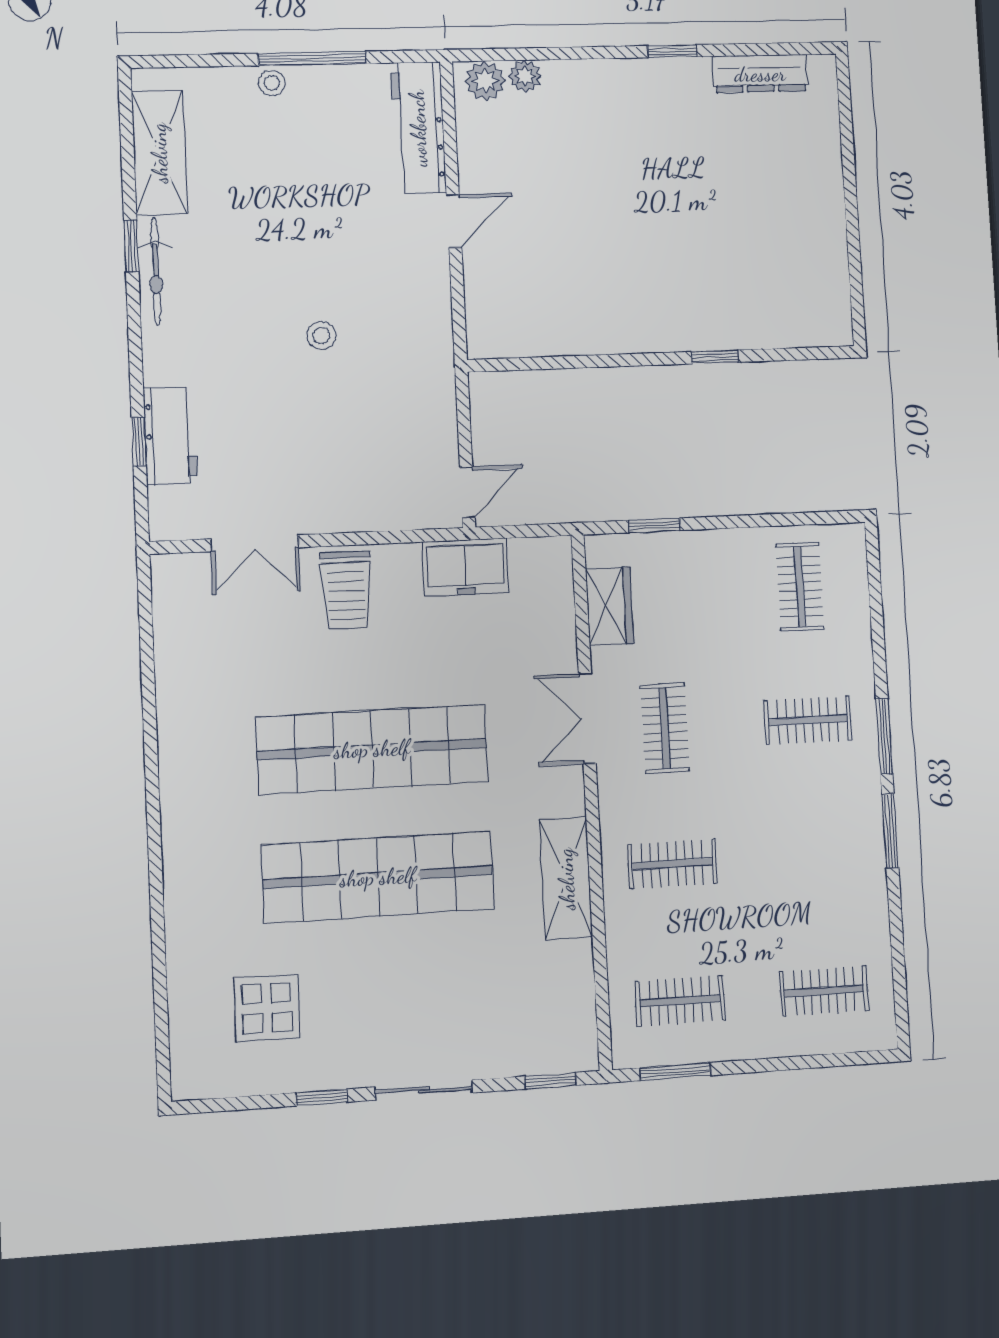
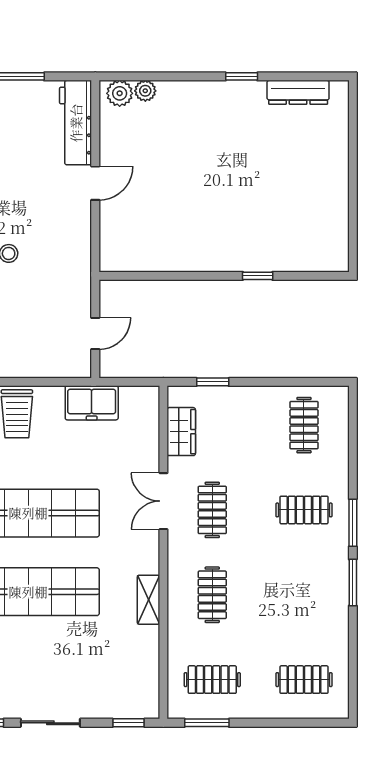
door: (467, 492) -> (95, 334), moved
clothes rail: (672, 864) -> (212, 595), turned 90
shelving: (566, 879) -> (149, 600), width x0.67, depth x0.75

